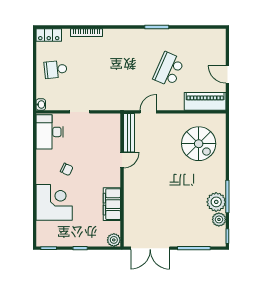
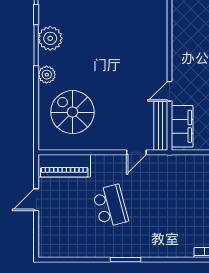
school desk: (169, 69) -> (110, 206), turned -39
door: (227, 74) -> (36, 200), swing flipped
filing cabinet: (112, 204) -> (182, 126), moved
plant: (219, 219) -> (47, 75), moved

